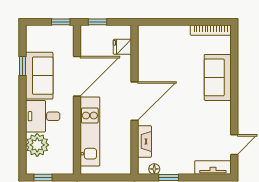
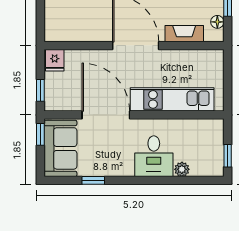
fridge: (122, 47) -> (55, 60), moved
sofa: (39, 76) -> (60, 148), moved, turned 90
plant: (37, 145) -> (182, 169), width x0.53, depth x0.53

